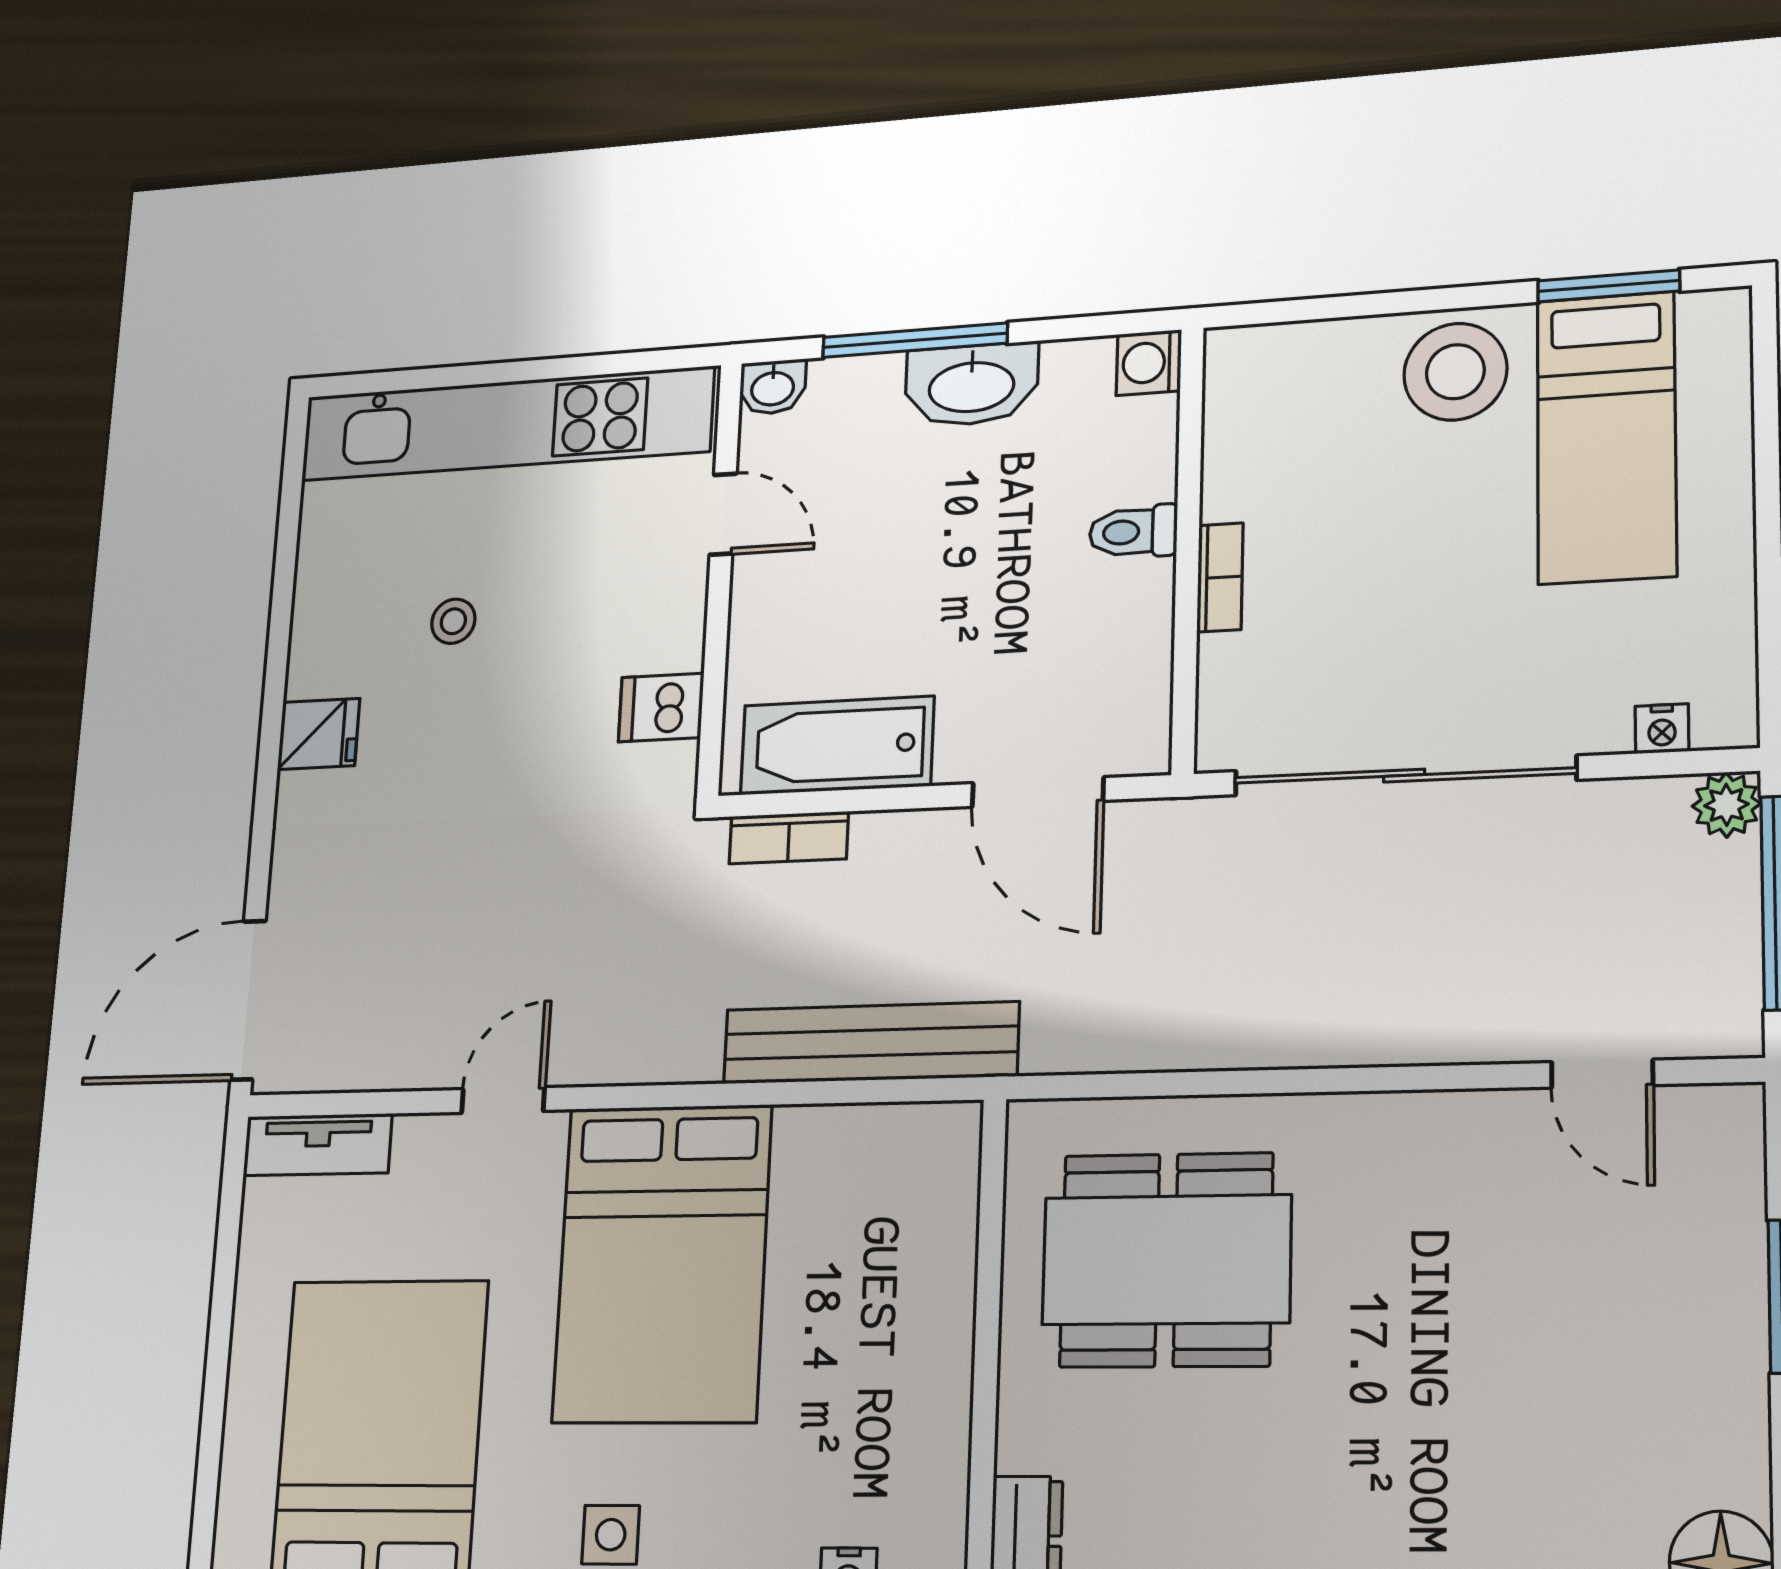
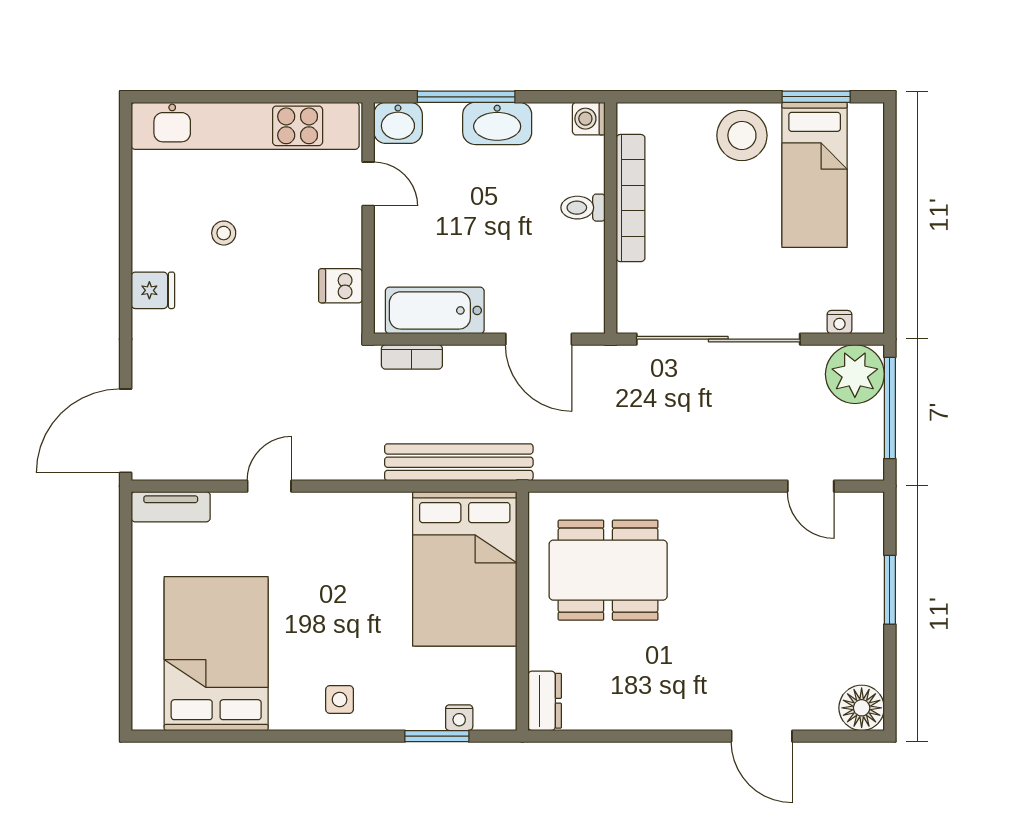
washbasin: (773, 387) -> (398, 123), width x1.38, depth x1.45
bookcase: (1220, 577) -> (631, 198), width x2.31, depth x1.31
plant: (1726, 805) -> (855, 374), width x1.87, depth x1.87
bed: (662, 1263) -> (465, 569), moved

